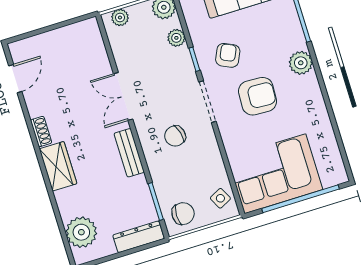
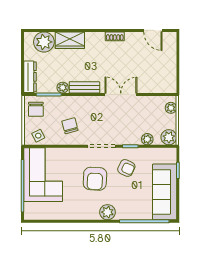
chair: (175, 136) -> (70, 126), moved
wardrobe: (58, 166) -> (70, 40), moved
plant: (139, 184) -> (63, 88), added

